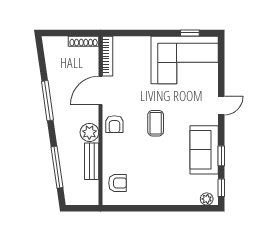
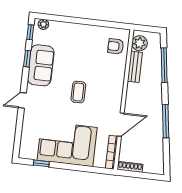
corner sofa: (185, 60) -> (67, 144), moved
armchair: (114, 124) -> (112, 95), removed
plant: (89, 132) -> (140, 43), moved

